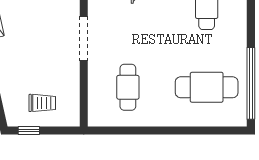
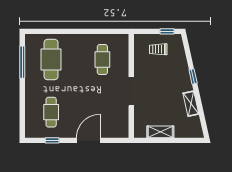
window: (251, 83) -> (22, 62), width x0.68
cafe table: (207, 87) -> (51, 60), turned 90

